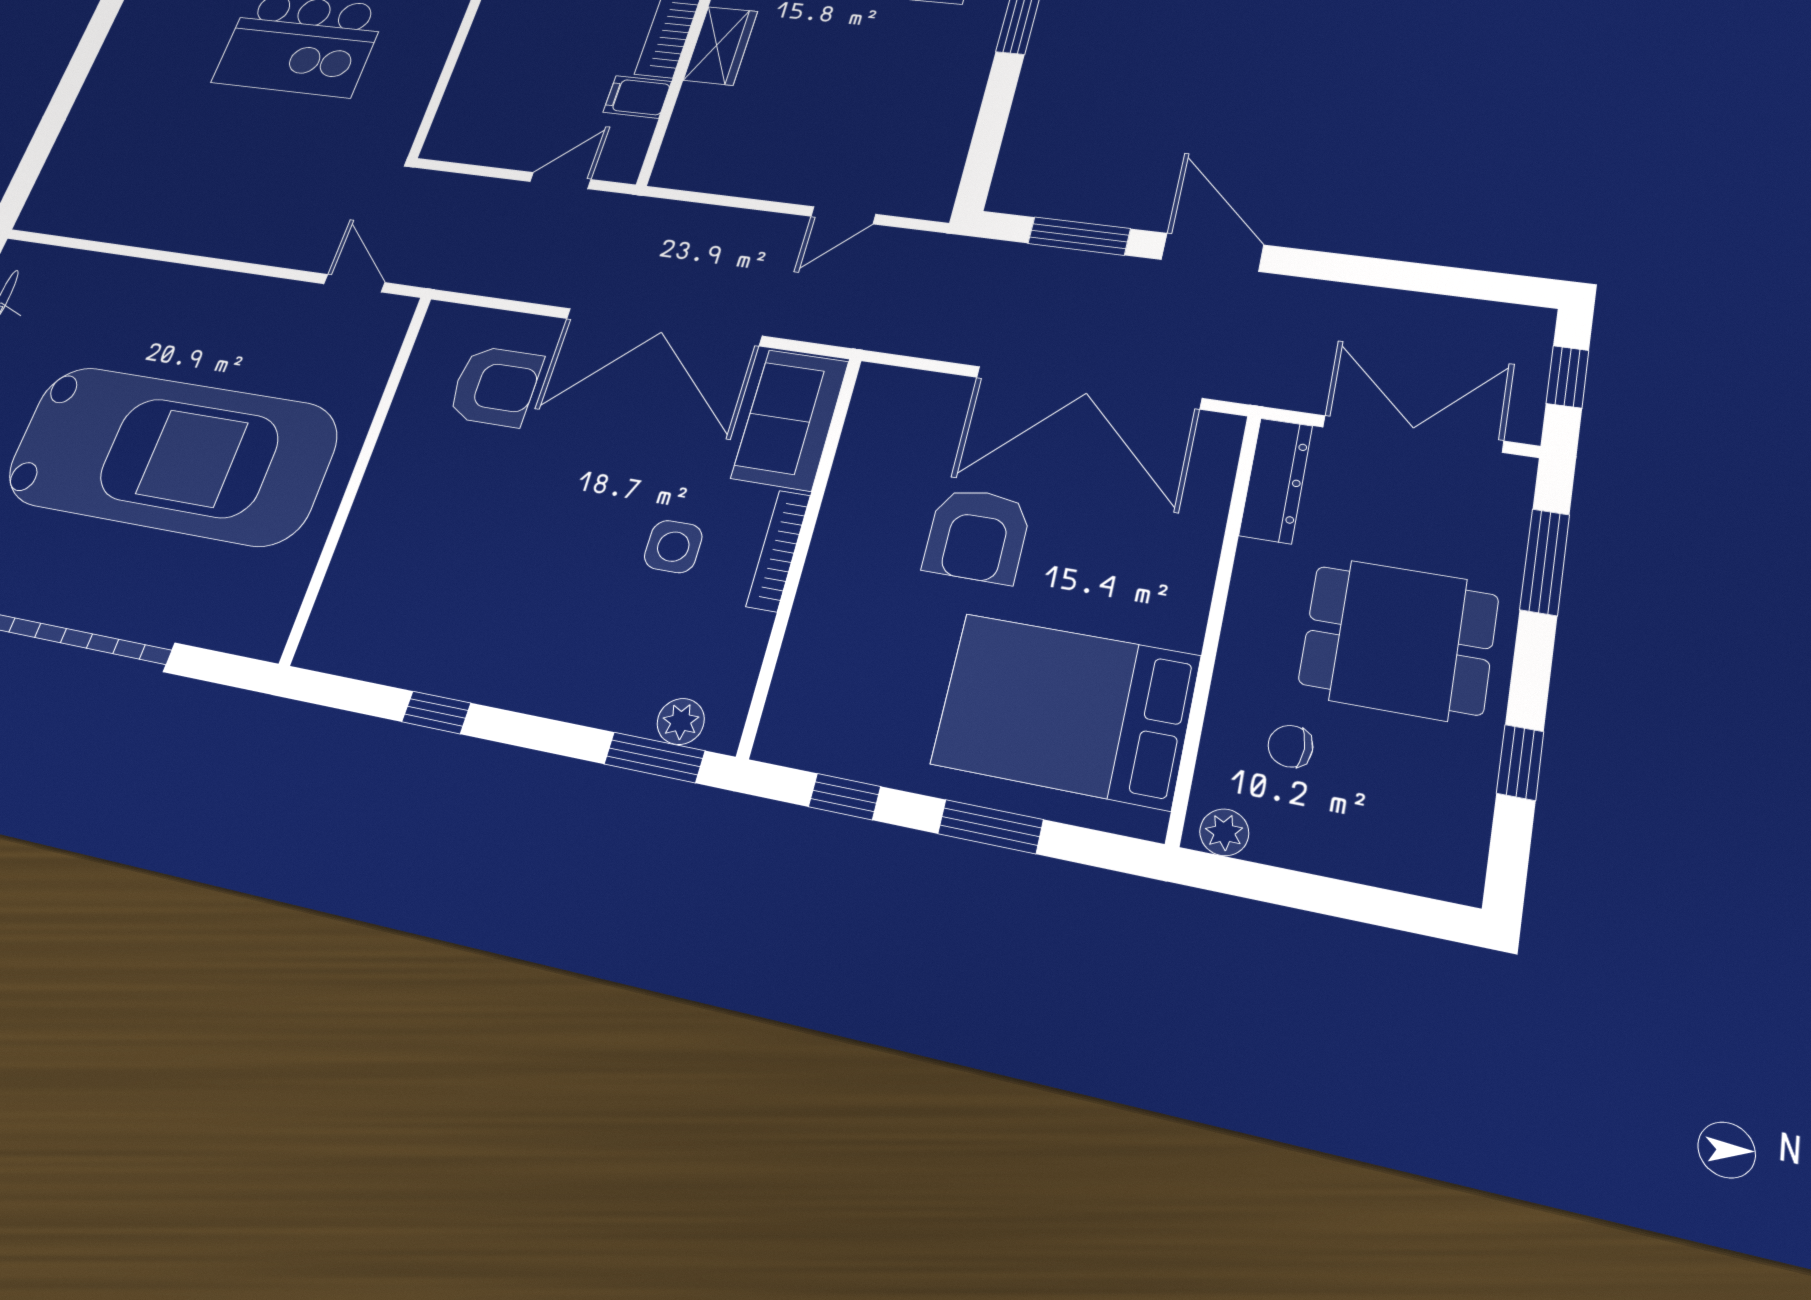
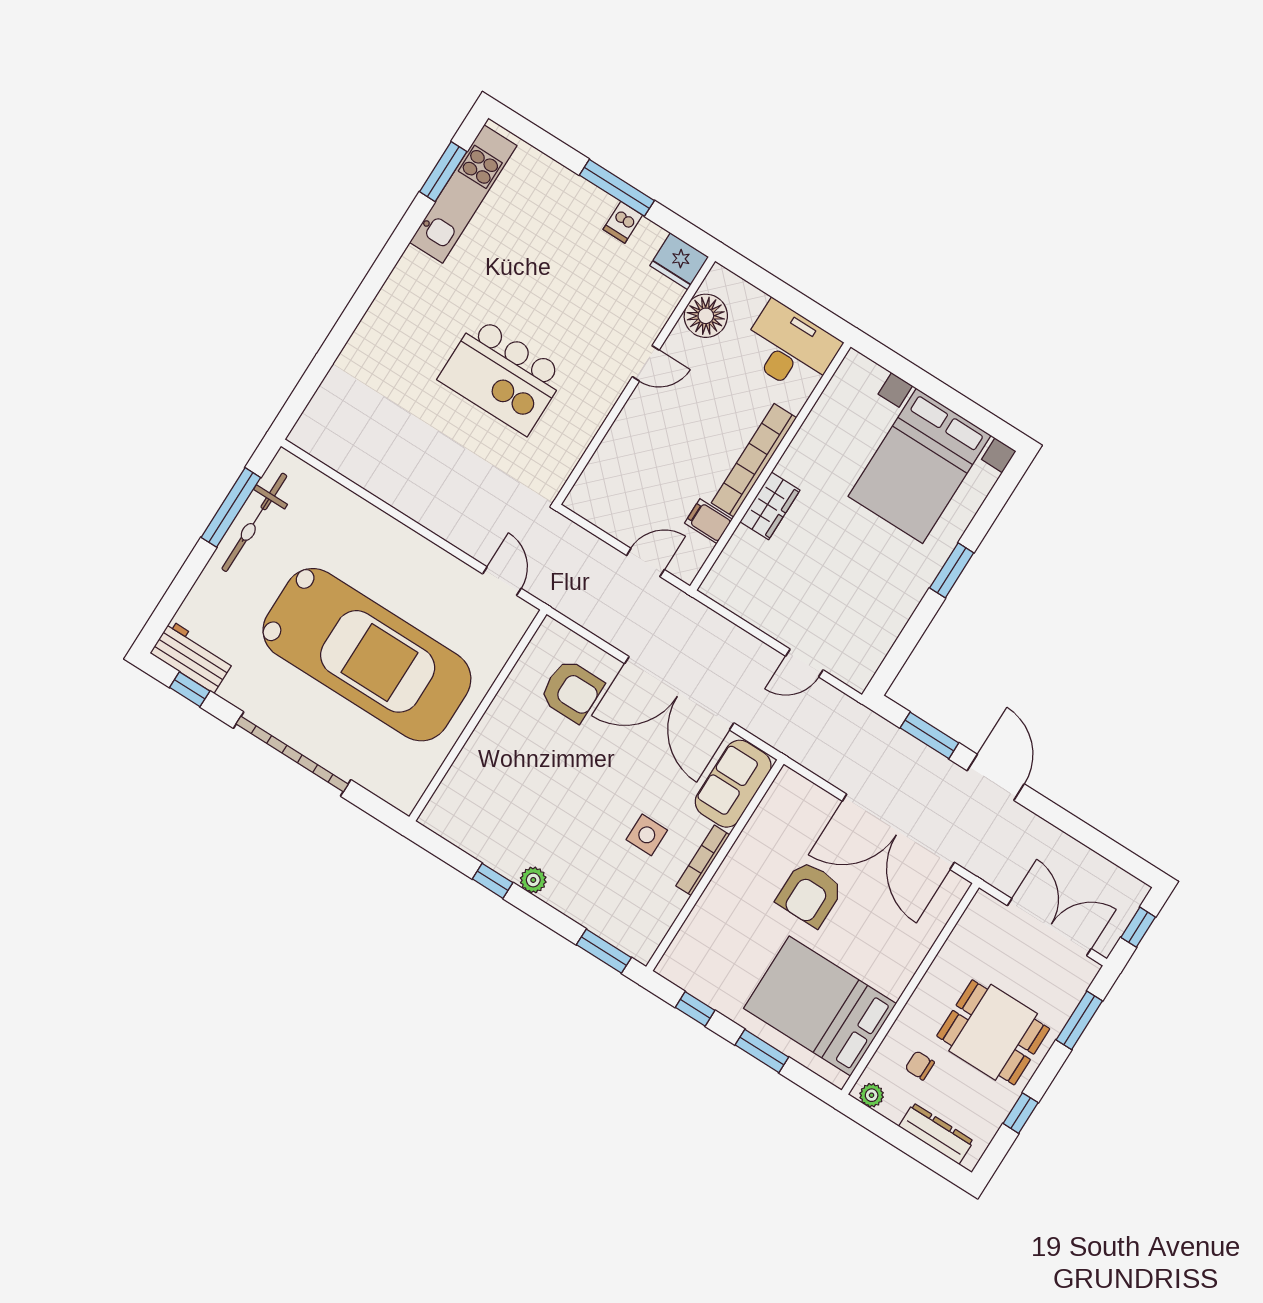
dresser: (1276, 480) -> (936, 1134), moved, turned -90
plant: (681, 721) -> (533, 880), moved

